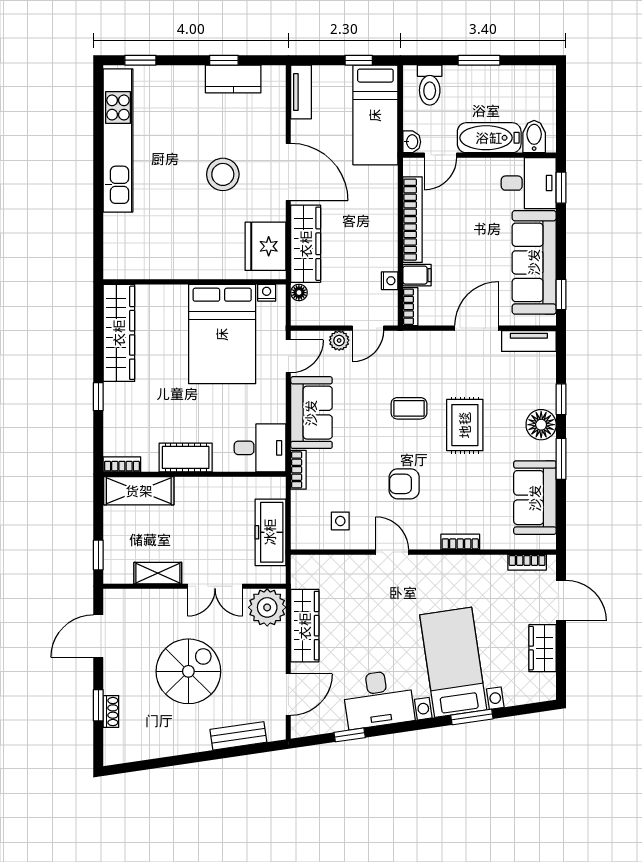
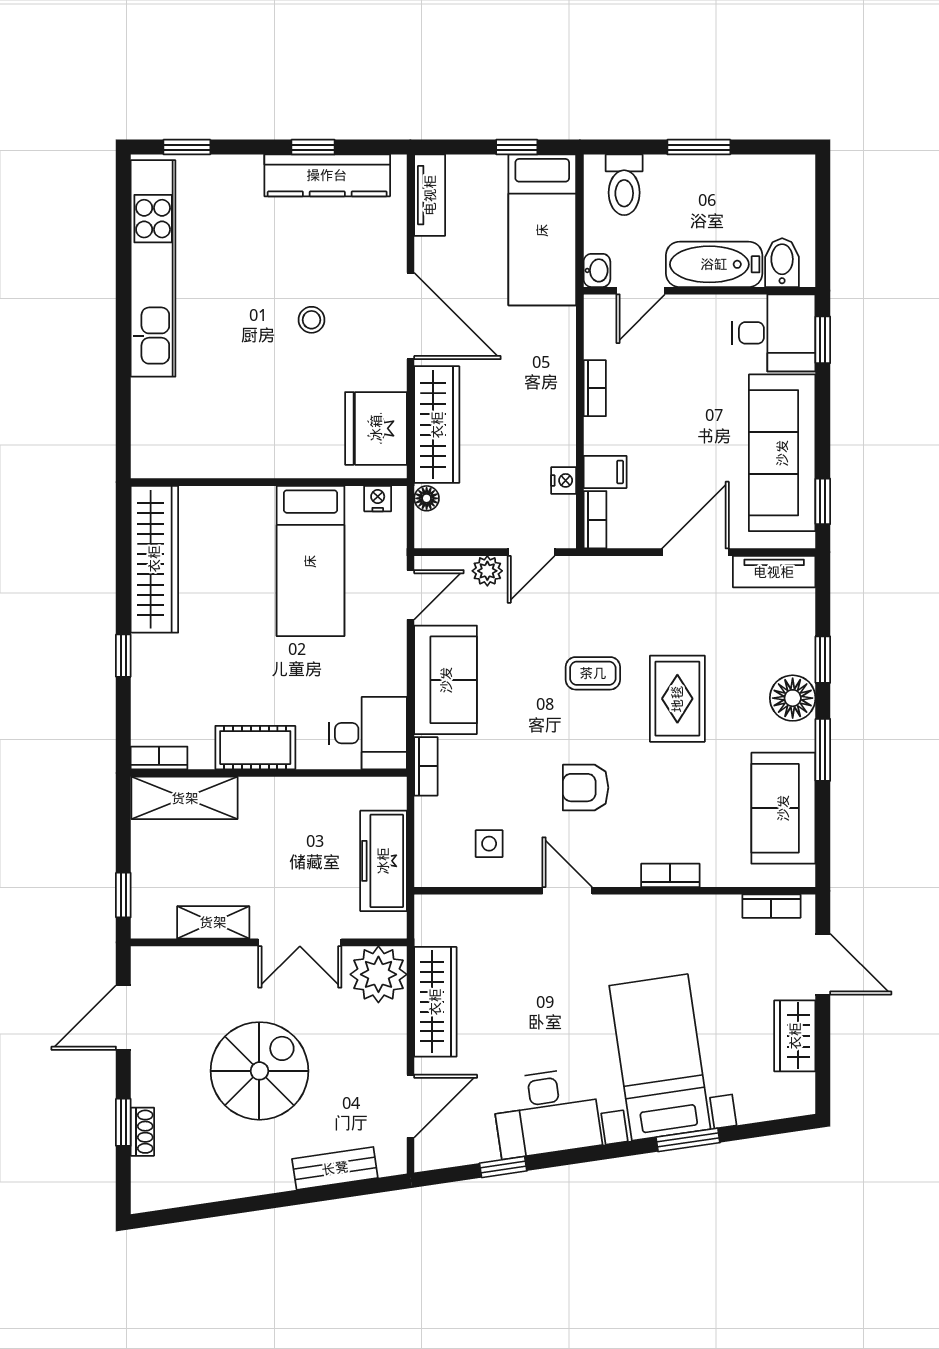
kitchen counter: (233, 79) -> (327, 175), width x1.50
stool: (223, 174) -> (311, 320), width x0.53, depth x0.53
bookcase: (412, 220) -> (595, 388), width x0.43, depth x0.76
bed: (222, 334) -> (310, 561), width x0.67

